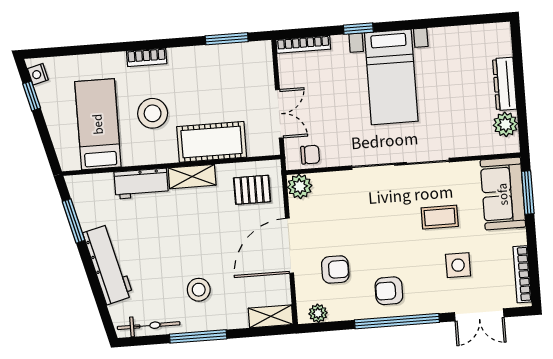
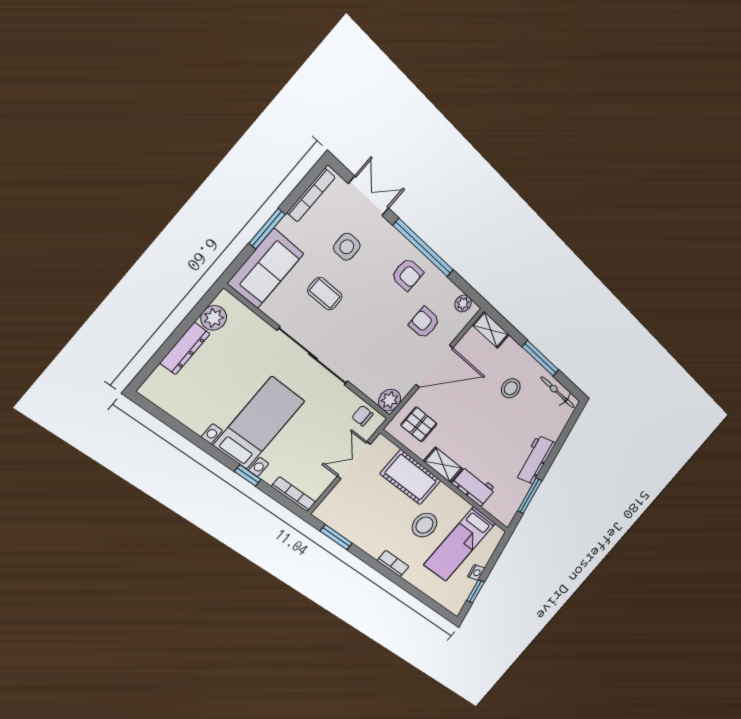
nightstand: (38, 74) -> (476, 572), moved
window: (528, 193) -> (267, 229), moved
workbench: (108, 264) -> (535, 460), width x0.73

